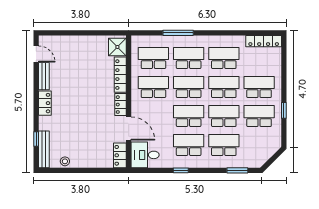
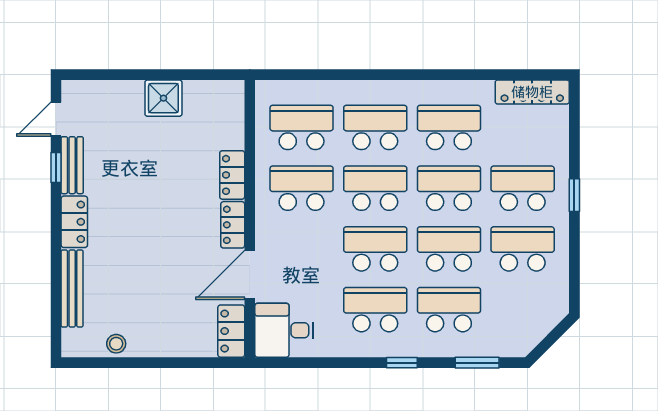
window: (178, 33) -> (353, 75), removed
shower: (117, 47) -> (163, 98), moved
door: (36, 54) -> (56, 119), swing flipped
locker: (120, 75) -> (232, 175), width x0.66
window: (284, 110) -> (574, 195), moved
door: (129, 128) -> (250, 275), swing flipped
window: (36, 139) -> (56, 168), moved
bench: (44, 149) -> (72, 288), moved
window: (181, 170) -> (402, 363), moved

